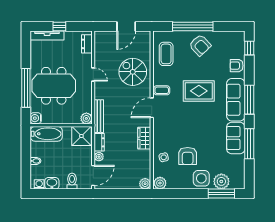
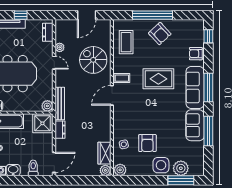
wardrobe: (144, 138) -> (105, 153), moved
plant: (99, 157) -> (60, 47), moved

